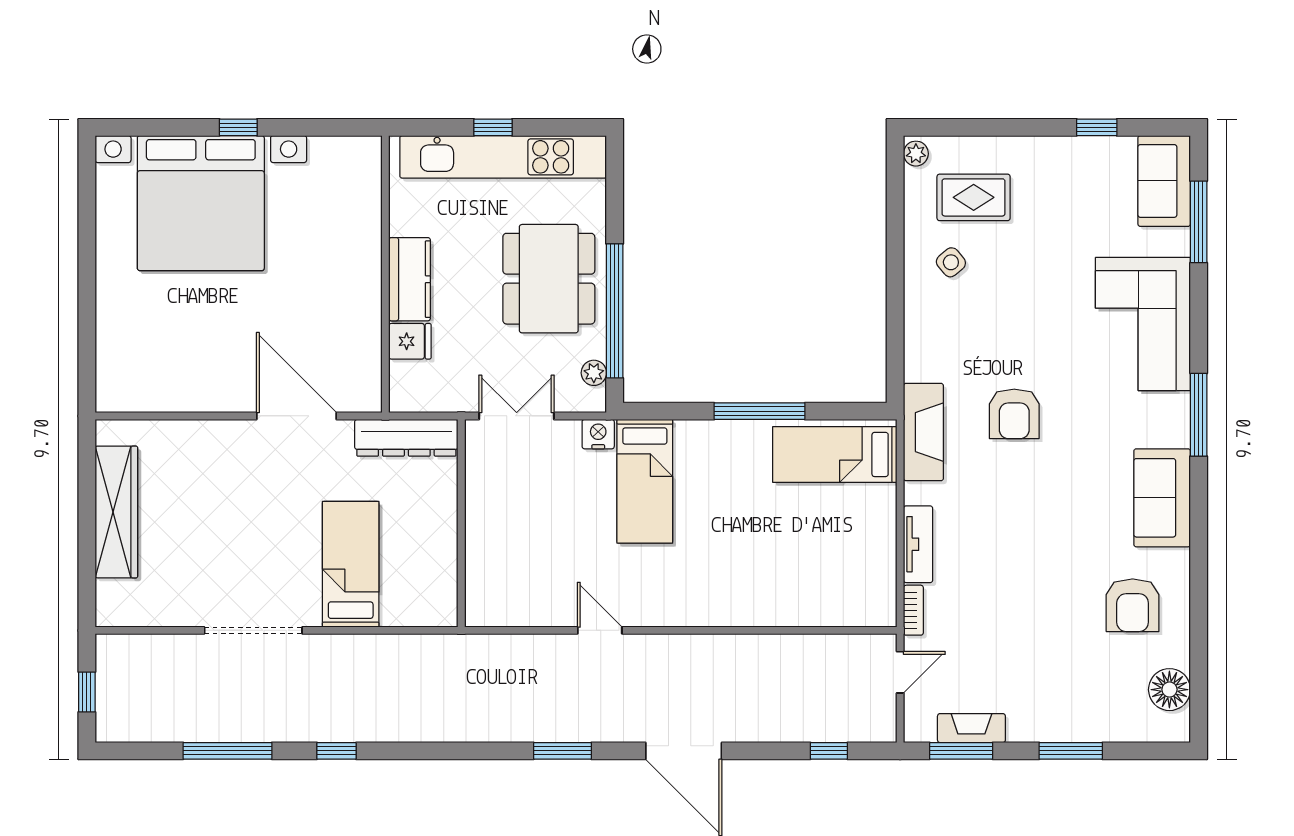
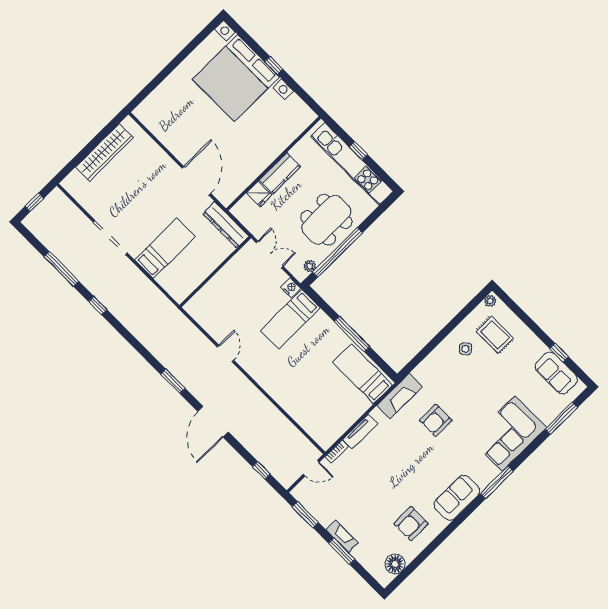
sofa: (1164, 181) -> (556, 373), moved, turned -90
fireplace: (971, 728) -> (342, 536), moved

